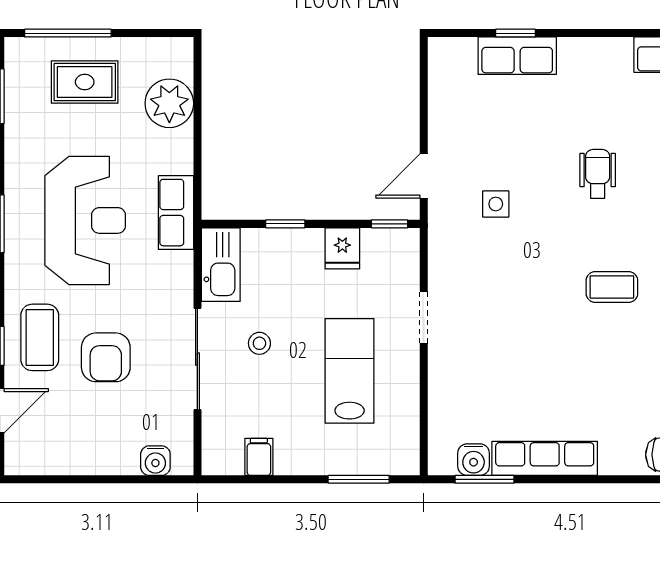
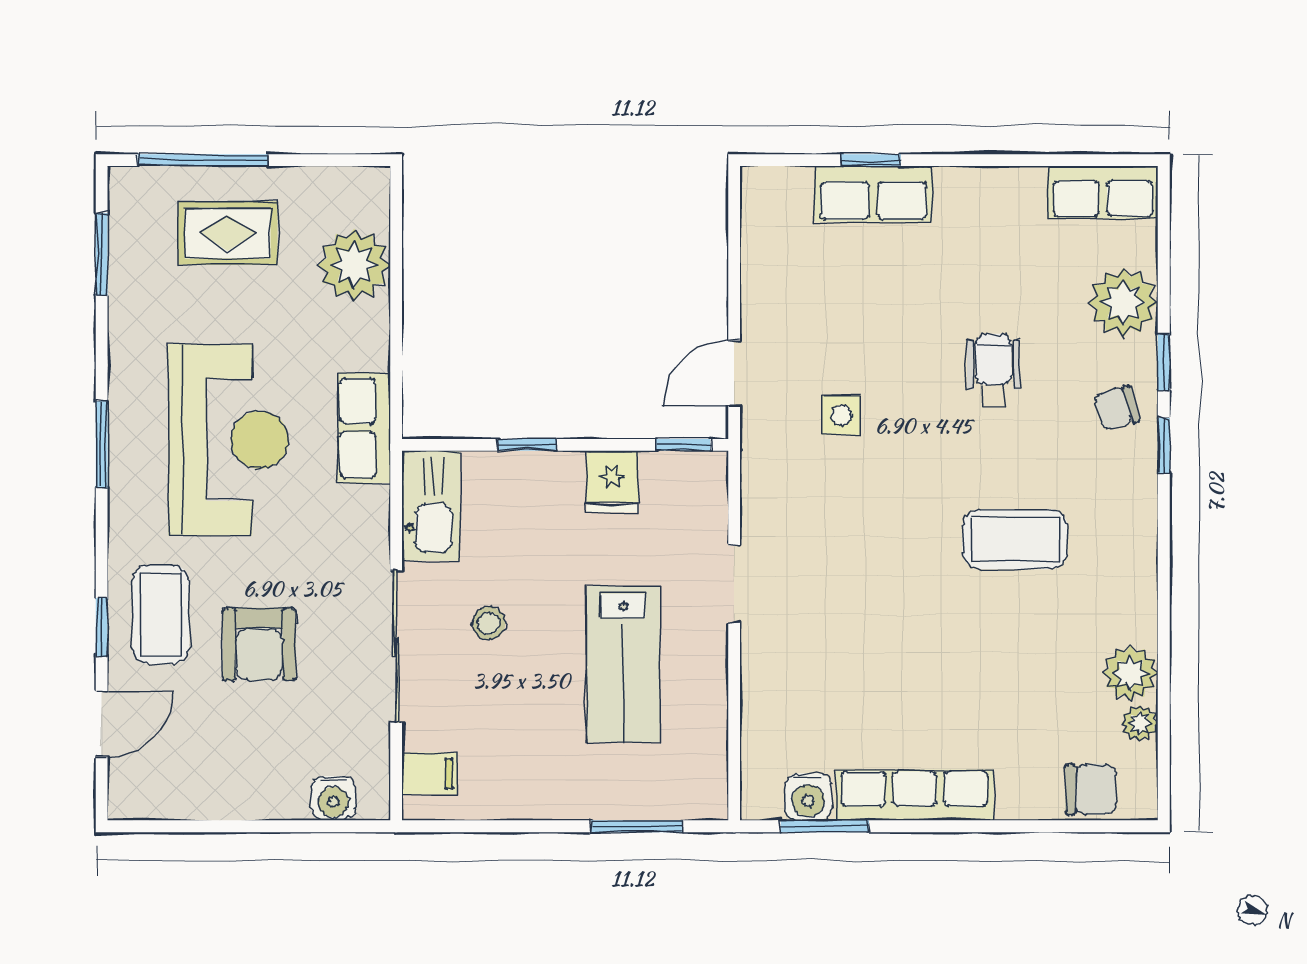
coffee table: (612, 287) -> (1015, 539), width x1.36, depth x1.30
lab bench: (350, 371) -> (623, 664), turned 180
filing cabinet: (259, 457) -> (430, 774), moved, turned 90

